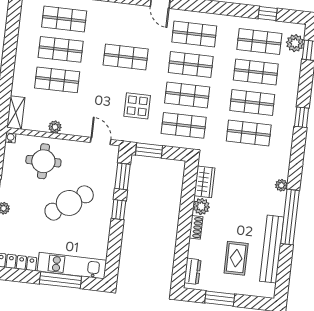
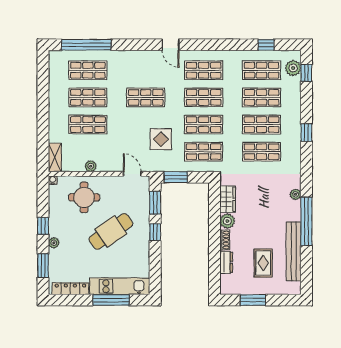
dresser: (192, 271) -> (226, 262), moved

